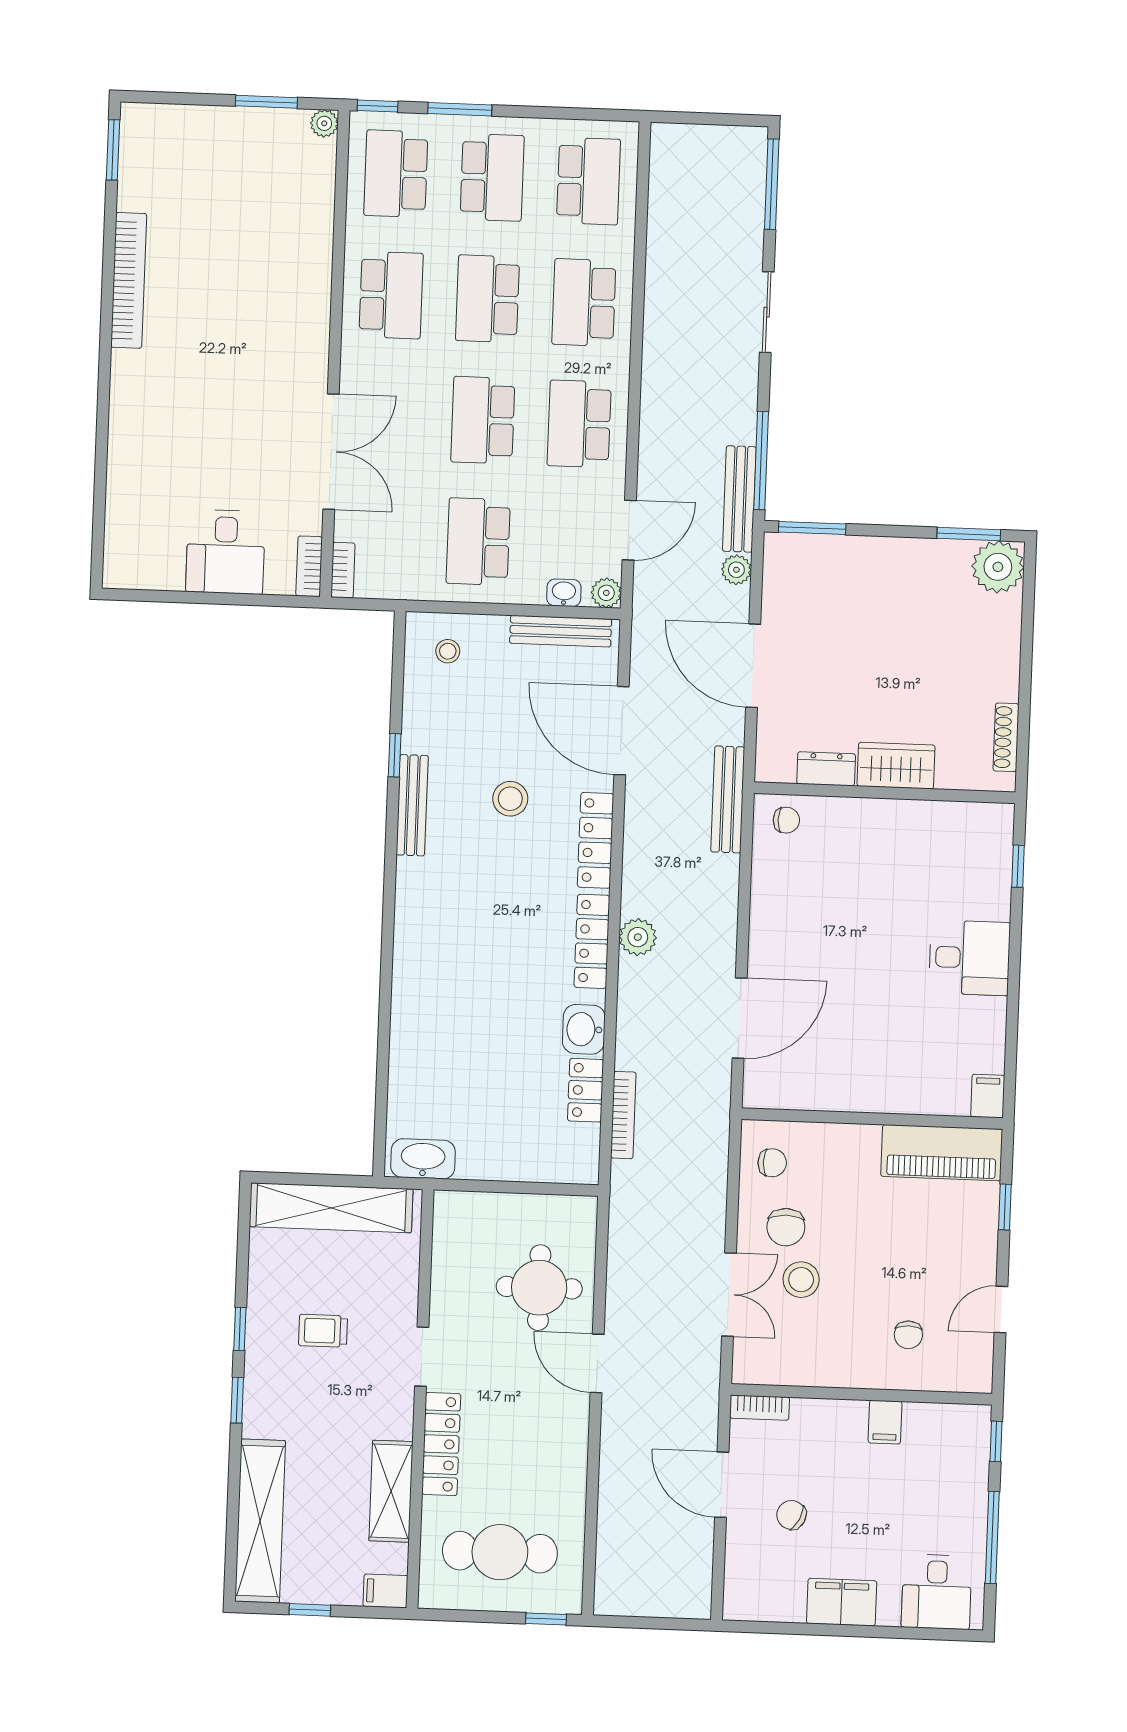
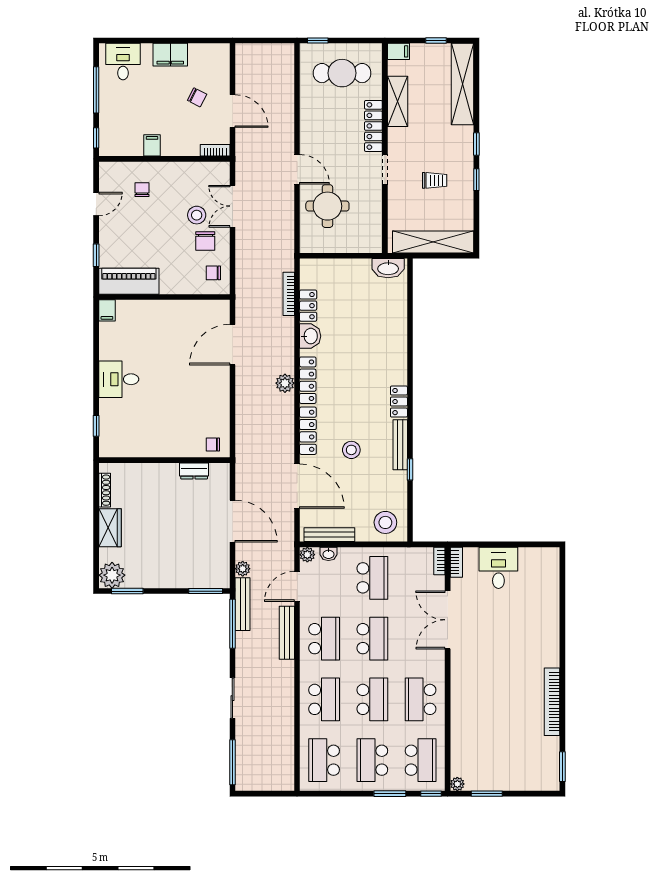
stool: (448, 651) -> (385, 522), width x1.89, depth x1.89
wardrobe: (896, 766) -> (110, 528), moved, turned -90
bench: (728, 799) -> (287, 633), moved
locker: (412, 892) -> (399, 402), added
chair: (786, 1227) -> (205, 241), turned 180

